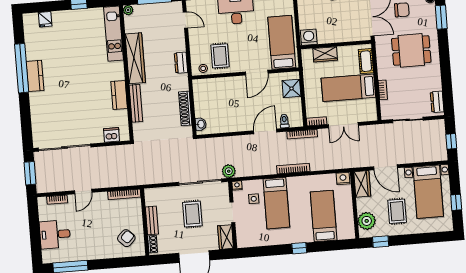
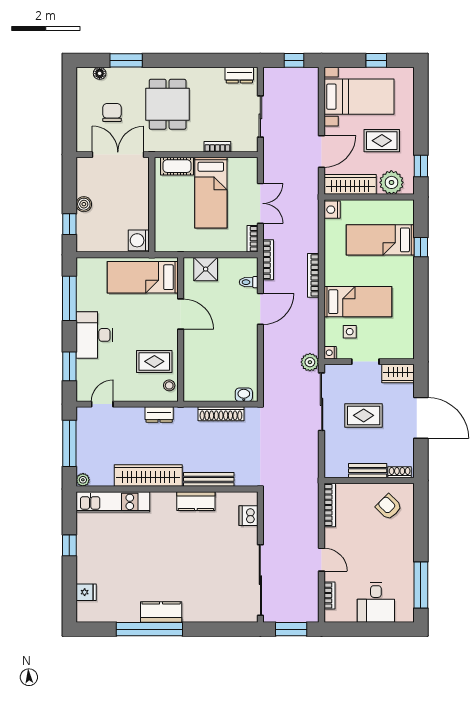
wardrobe: (325, 54) -> (163, 220), removed
door: (265, 131) -> (260, 309), swing flipped
wardrobe: (362, 184) -> (350, 184), width x1.50
window: (299, 248) -> (421, 247), moved

